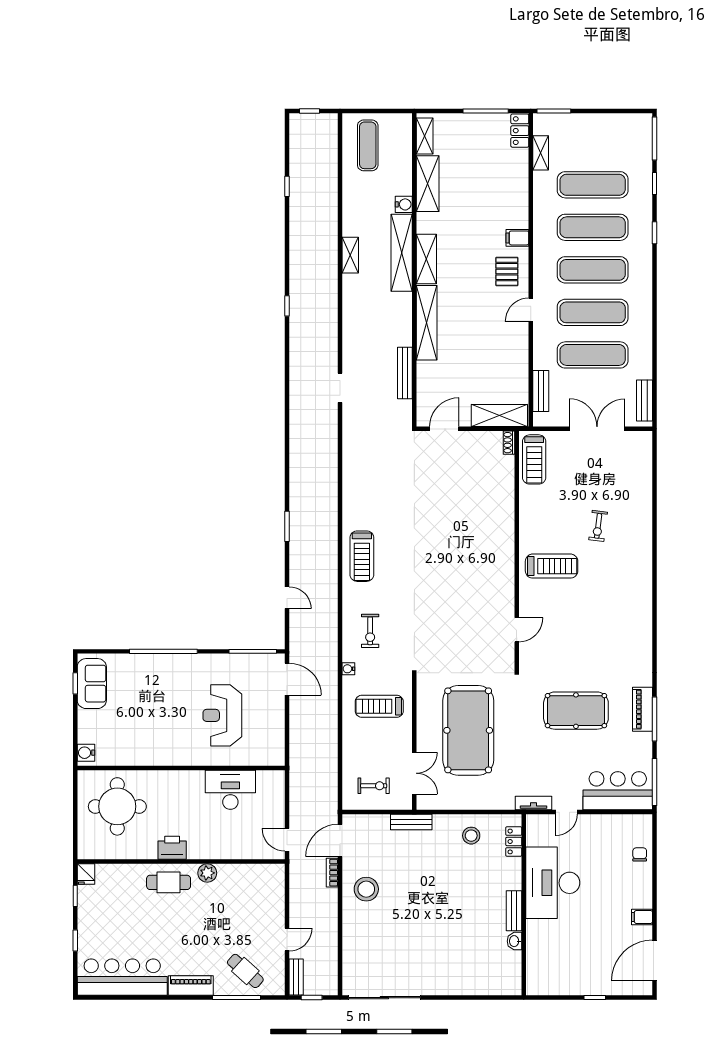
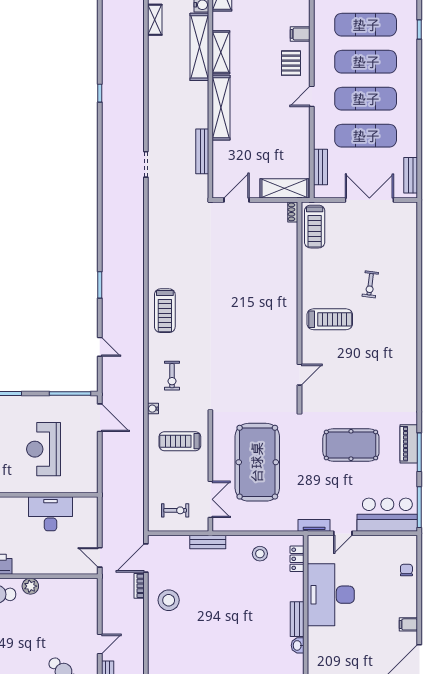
shelving: (350, 255) -> (155, 20), moved

